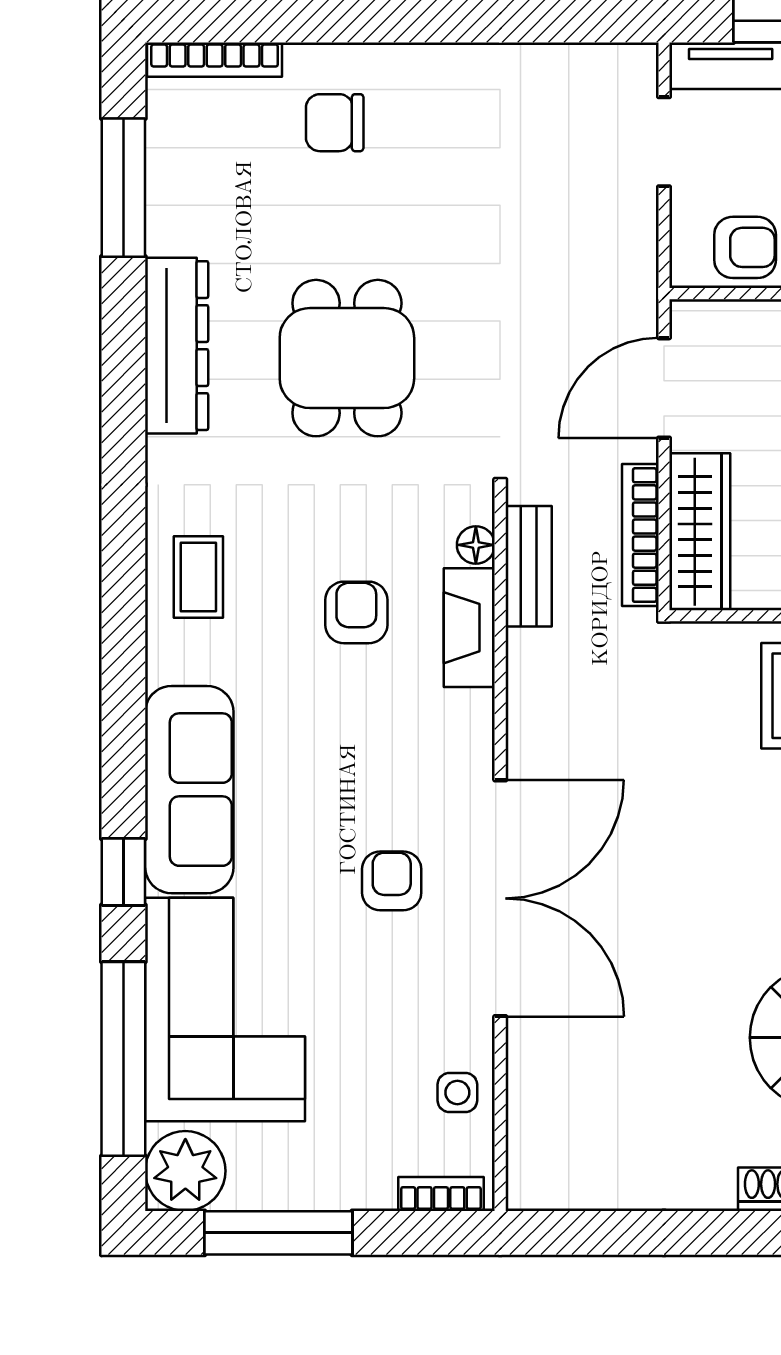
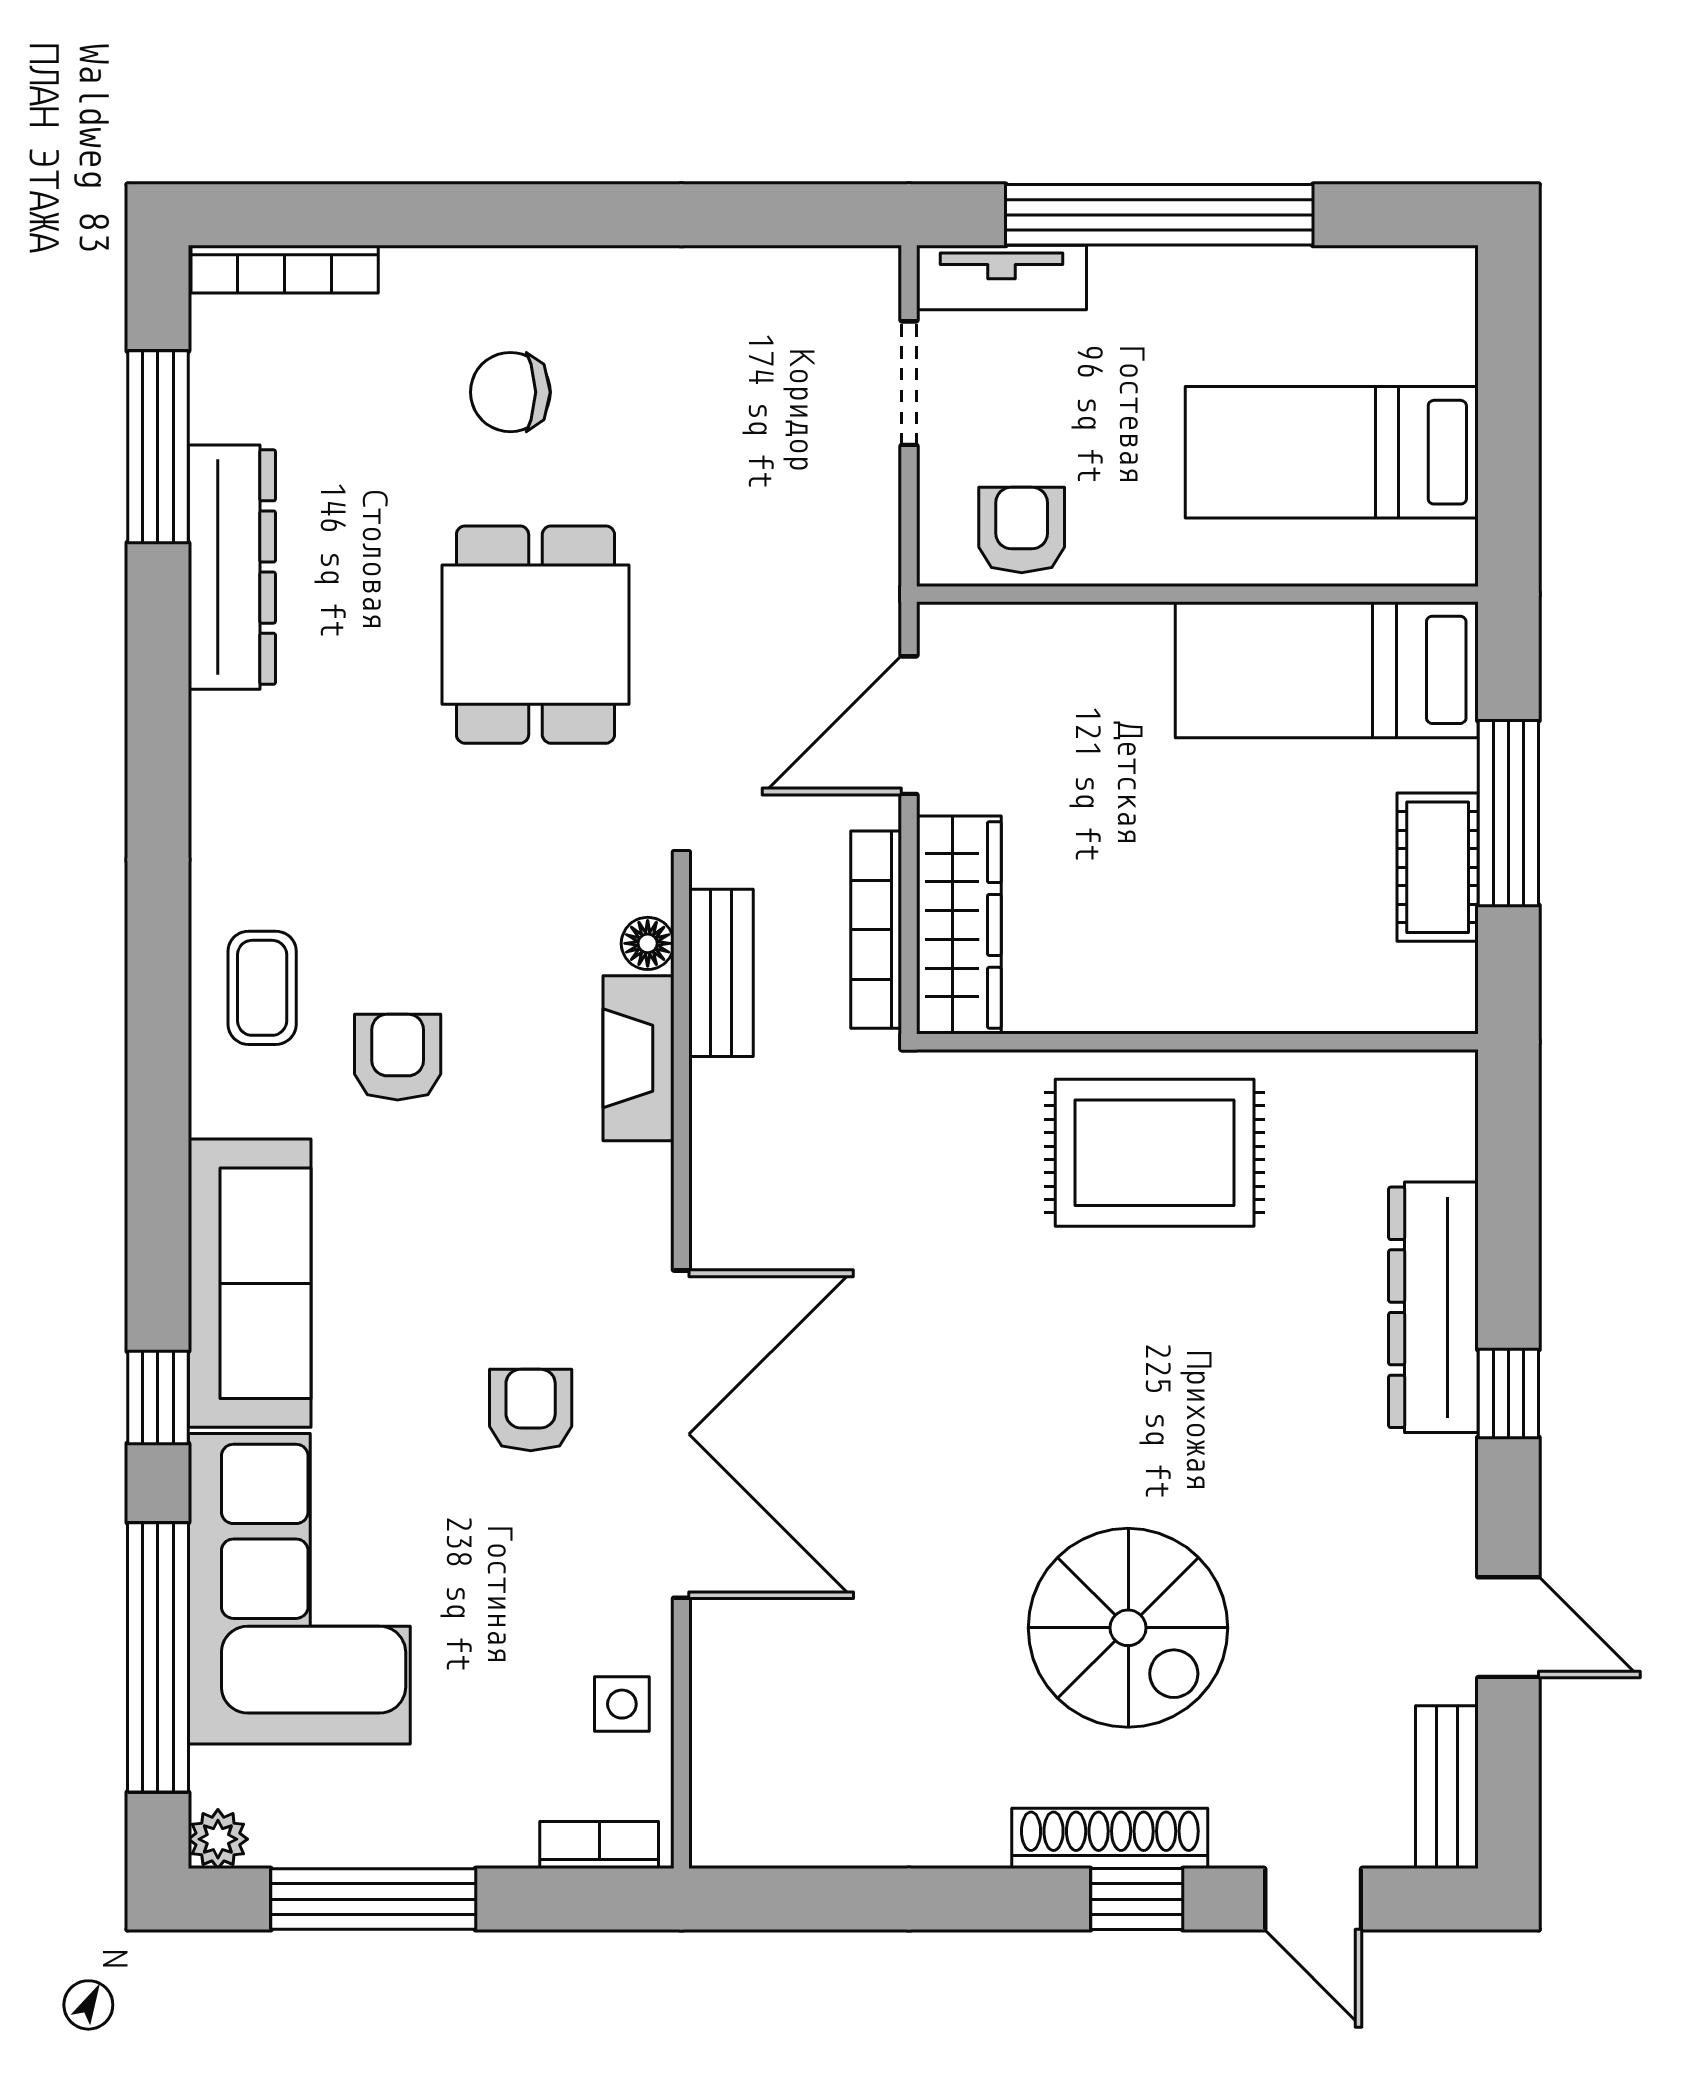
chair: (335, 123) -> (510, 392), moved
armchair: (745, 247) -> (1022, 530), turned -90
dresser: (177, 346) -> (232, 567), moved
dining table: (347, 358) -> (535, 635), moved
armchair: (356, 612) -> (398, 1057), moved
plant: (185, 1171) -> (218, 1839), width x0.53, depth x0.53

